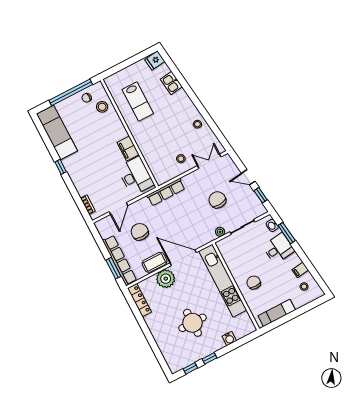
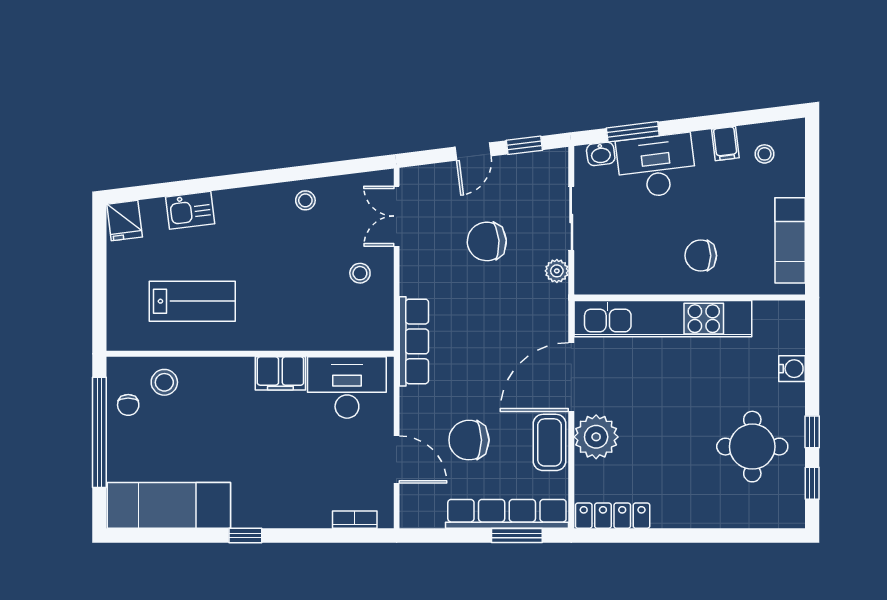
desk: (279, 248) -> (656, 166), width x1.37
round table: (192, 323) -> (752, 447), moved

